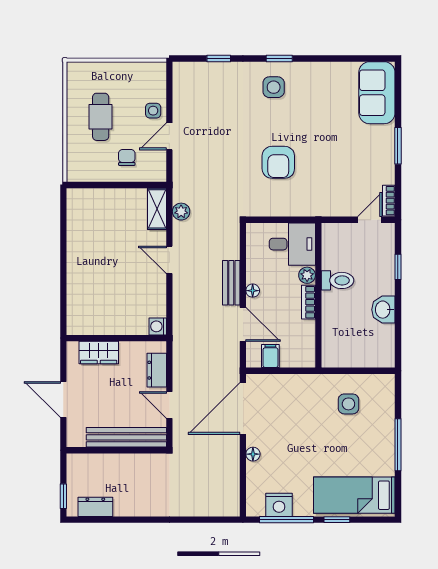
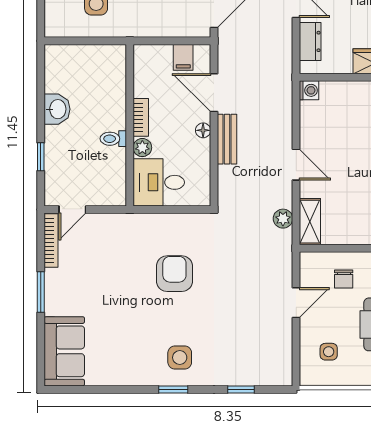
side table: (153, 111) -> (329, 352), moved
bookcase: (389, 201) -> (51, 240), width x1.56
toilet: (338, 280) -> (113, 139), width x0.73, depth x0.72

